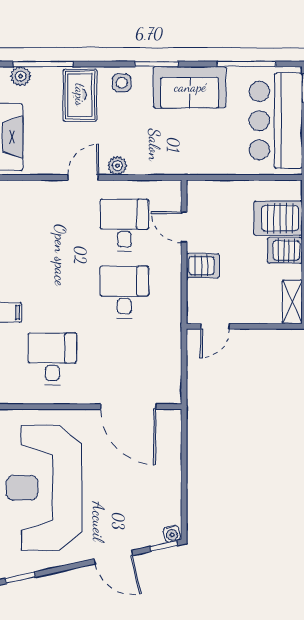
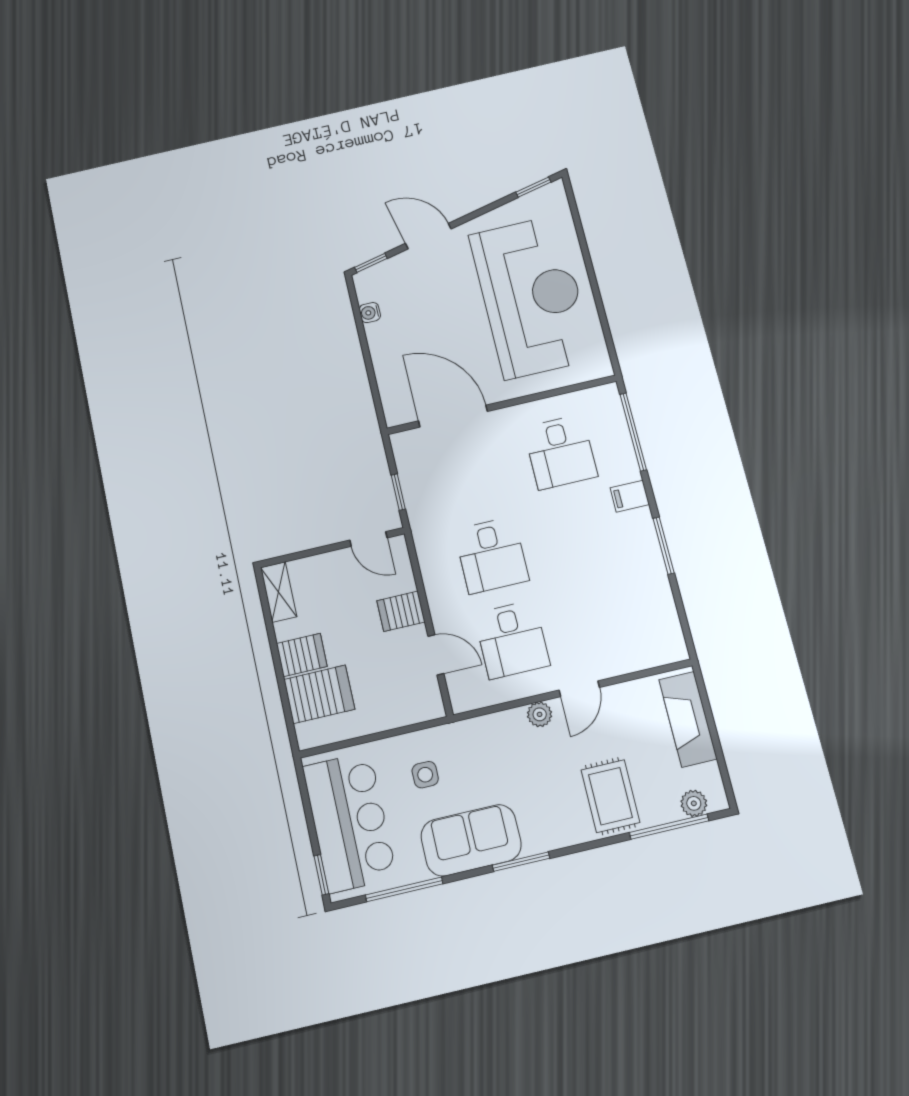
side table: (122, 83) -> (425, 775), moved
door: (215, 326) -> (368, 539), swing flipped
window: (184, 357) -> (398, 492), added
water cooler: (172, 534) -> (370, 313), moved, turned -78

